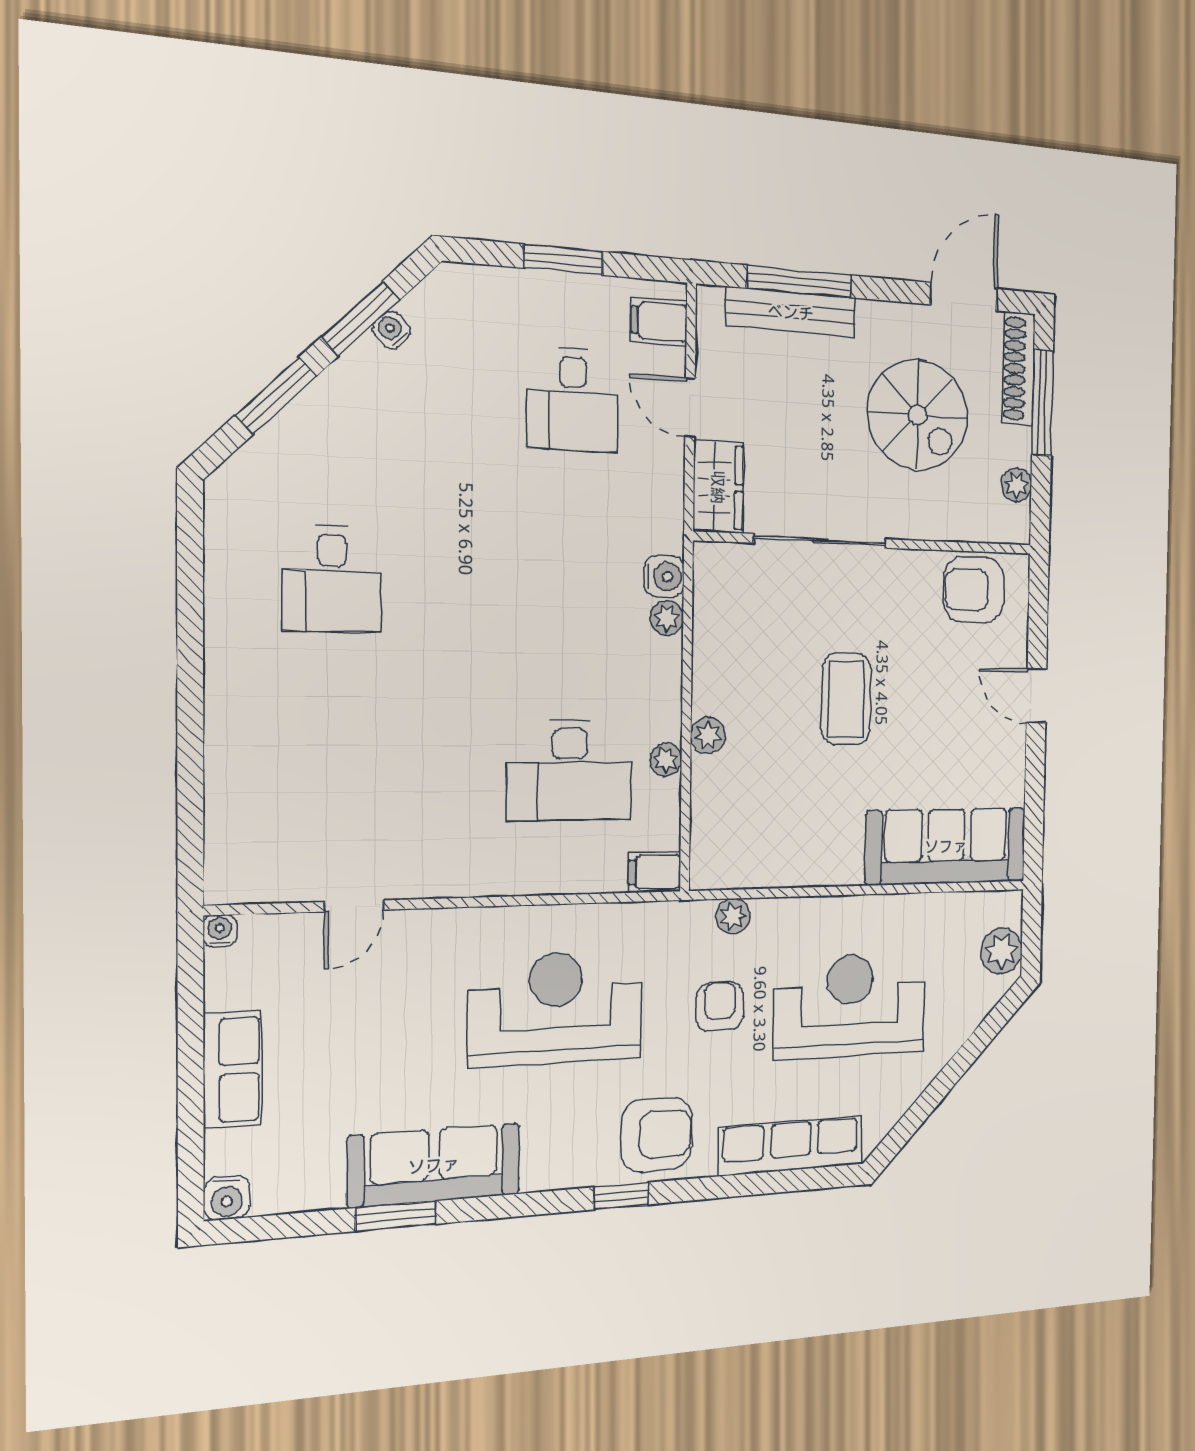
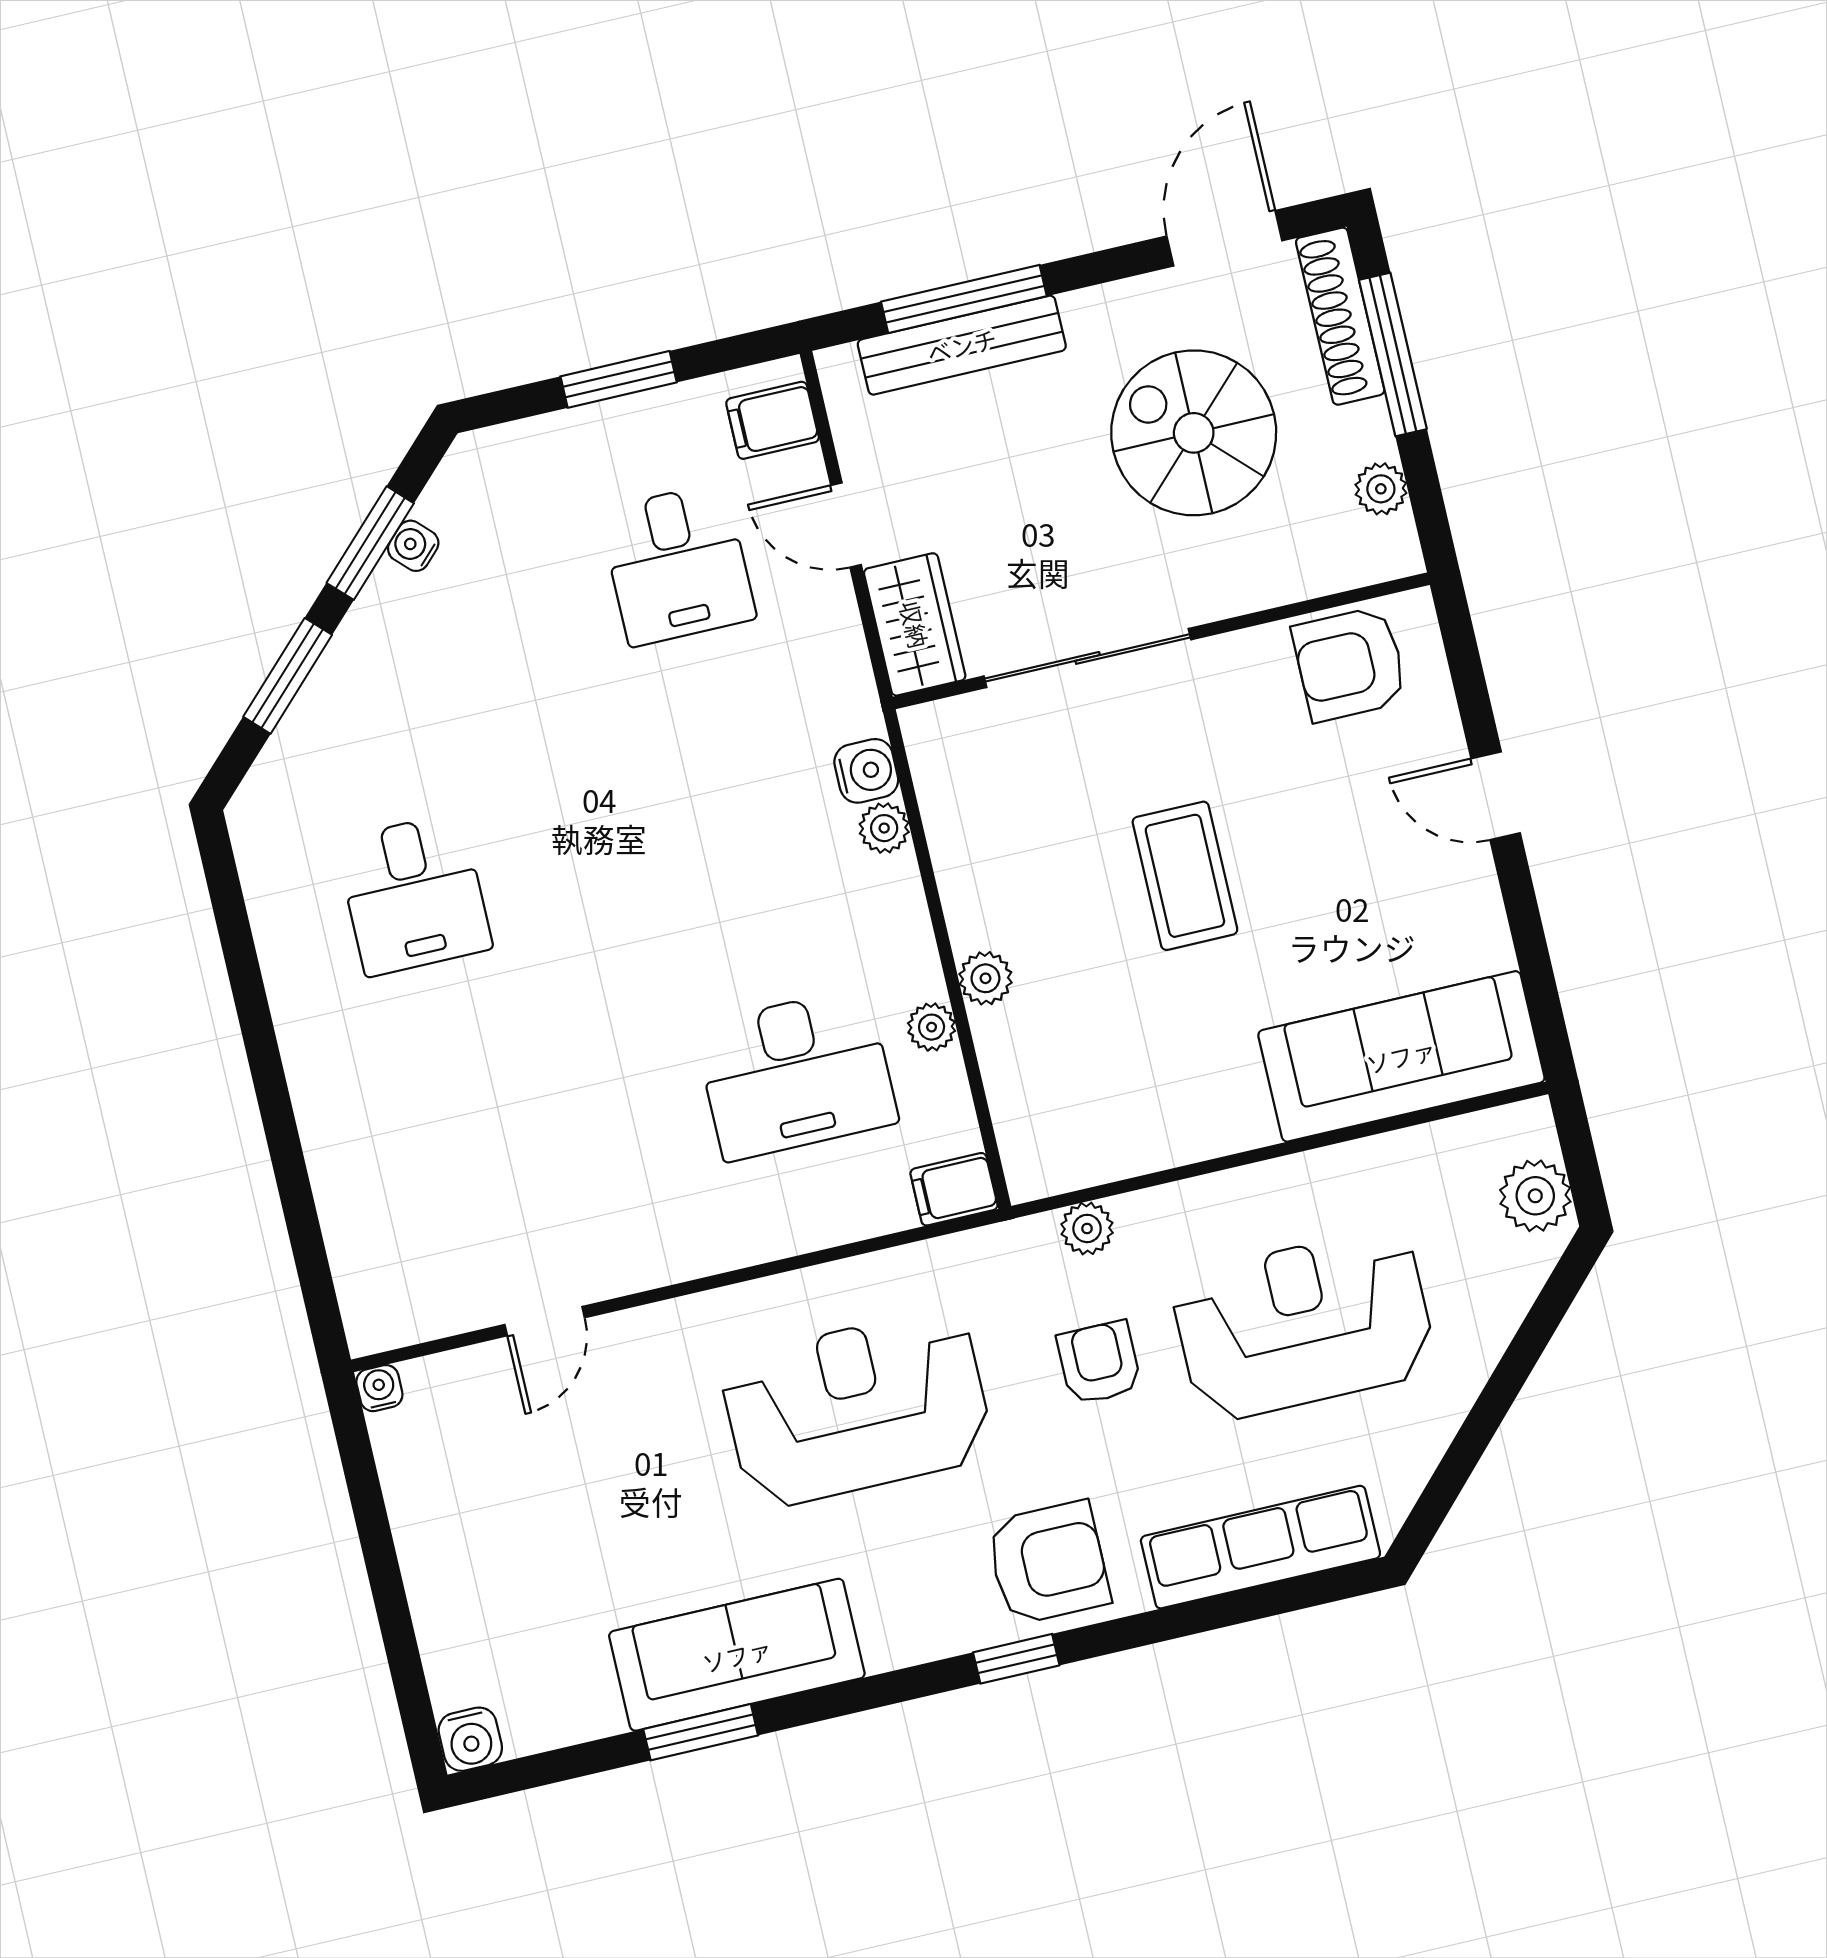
spiral stairs: (918, 415) -> (1194, 433), turned 180
row of seats: (232, 1070) -> (438, 1568), removed

